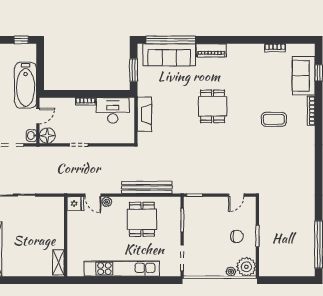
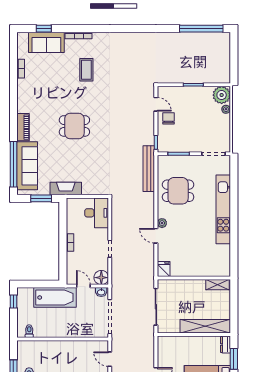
desk: (113, 110) -> (97, 213), moved, turned 180
fireplace: (144, 114) -> (66, 189), moved
bench: (147, 187) -> (149, 169), moved
door: (93, 195) -> (156, 236), swing flipped
fridge: (75, 204) -> (164, 269), moved
chair: (237, 236) -> (168, 118), moved
wall: (66, 237) -> (194, 278), moved
shelving: (58, 262) -> (217, 285), moved

